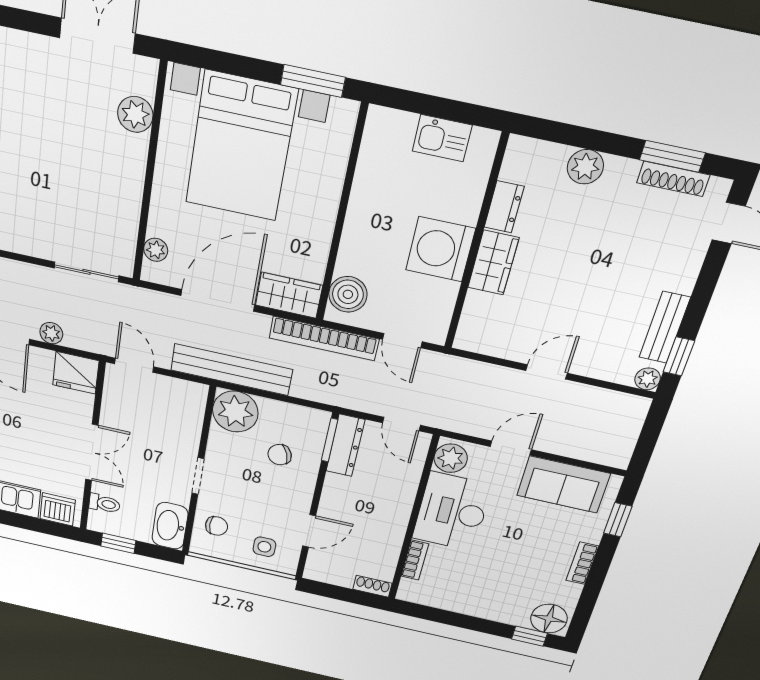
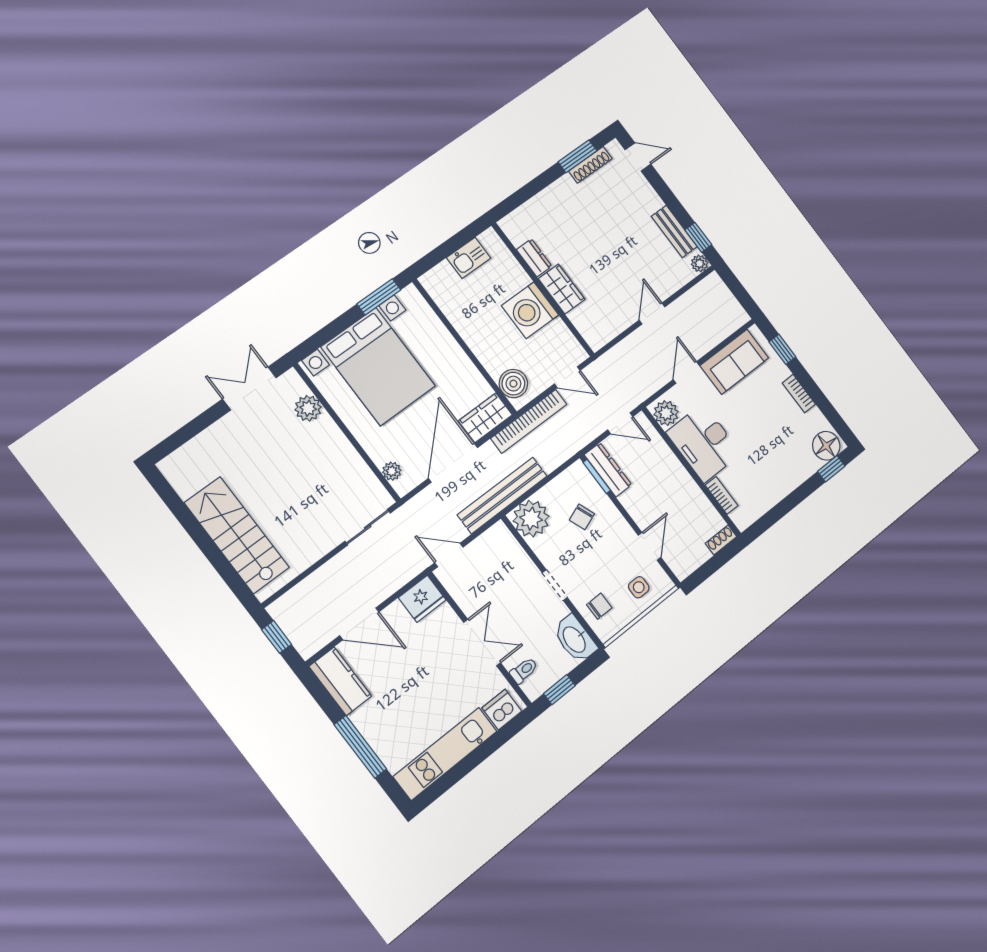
plant: (585, 167) -> (547, 201), removed
plant: (51, 333) -> (384, 589), removed

